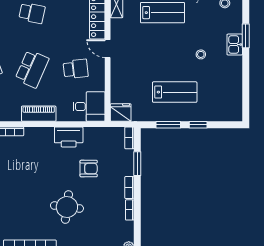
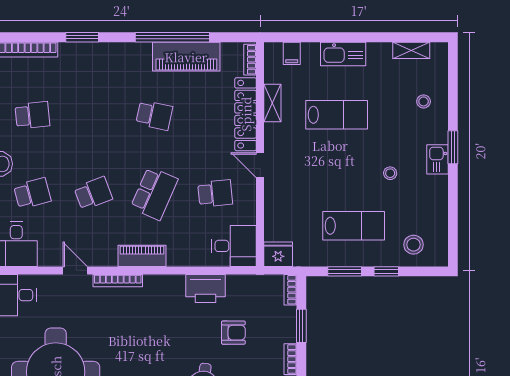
stool: (218, 106) -> (413, 245), added
piano: (39, 114) -> (142, 256), moved

